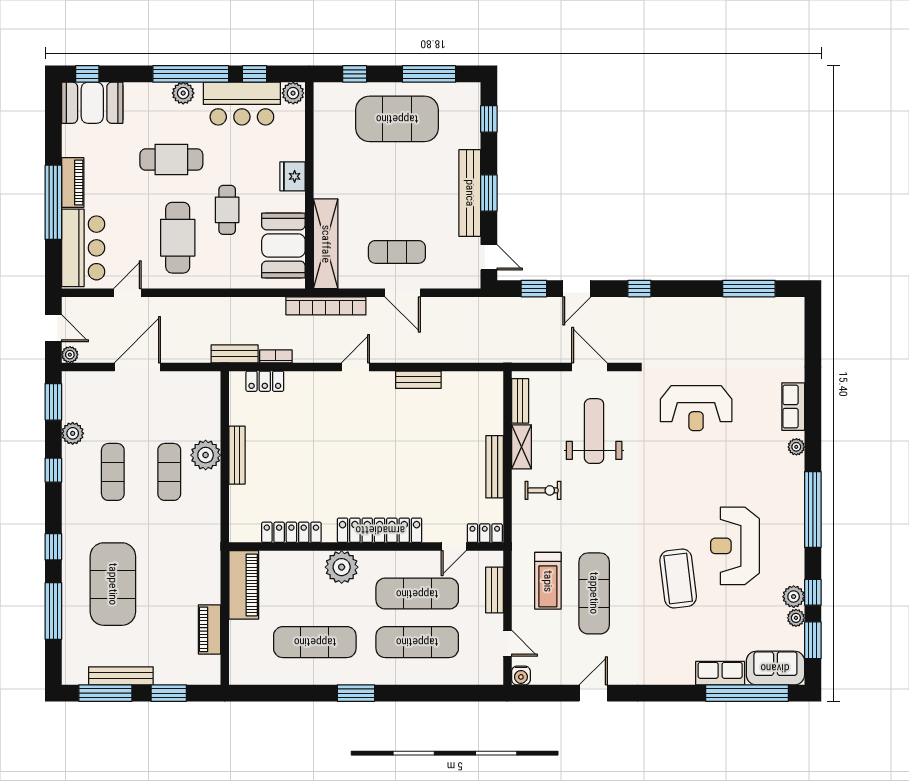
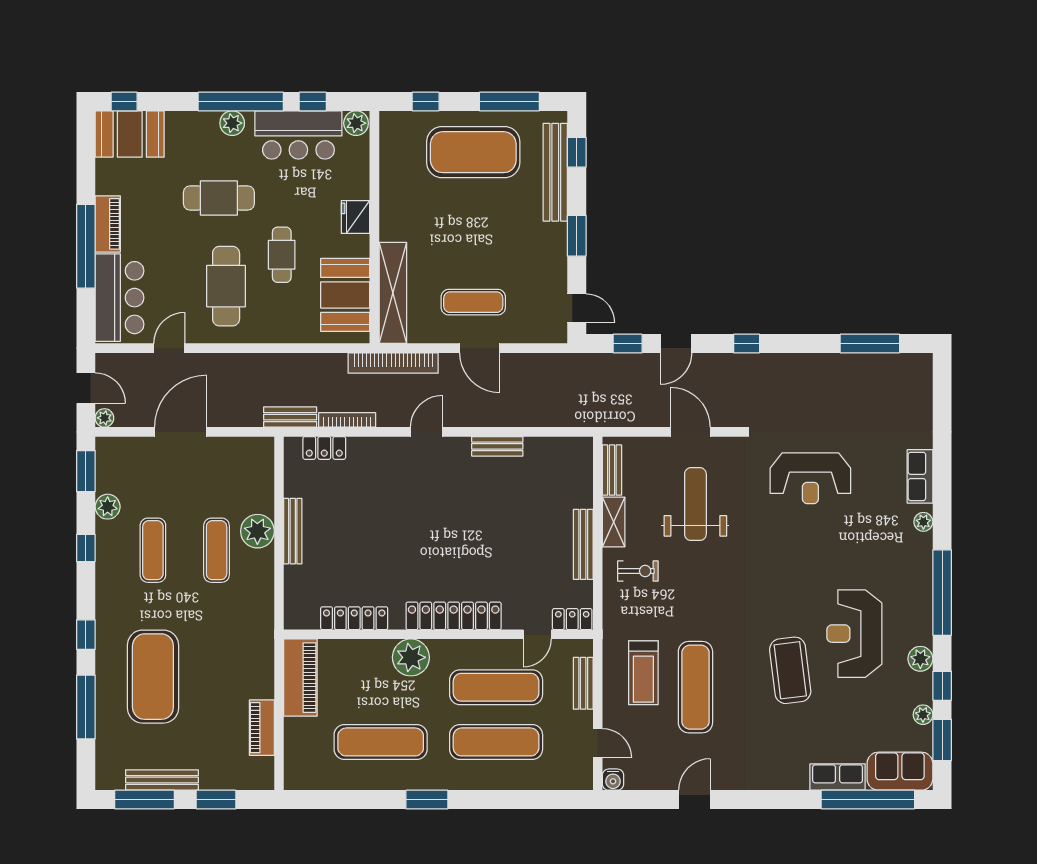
bench: (470, 193) -> (555, 172), moved
bookcase: (276, 356) -> (347, 420), width x1.56
plant: (794, 597) -> (920, 659), moved

